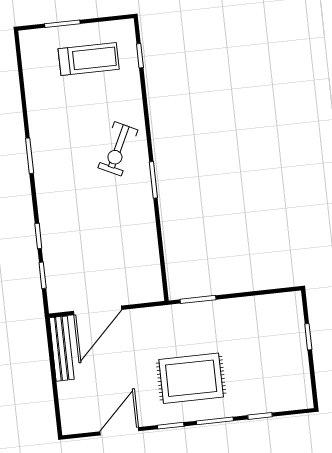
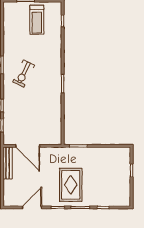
treadmill: (89, 59) -> (37, 20), turned 90
exercise bike: (118, 149) -> (24, 74), moved
door: (98, 310) -> (28, 146), hinge flipped
rug: (191, 378) -> (71, 185), turned 90

